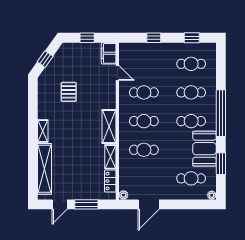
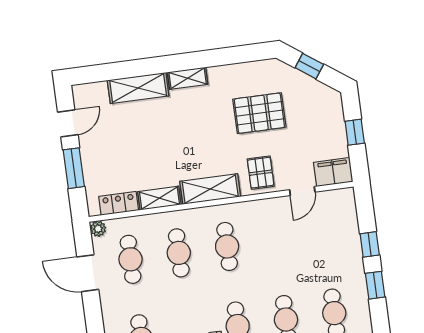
window: (192, 38) -> (375, 285), moved
pallet: (69, 92) -> (259, 113), width x1.50, depth x1.42
cafe table: (144, 92) -> (131, 259), moved
pallet: (103, 96) -> (261, 173), added
shelving: (45, 169) -> (138, 88), width x0.68
door: (60, 204) -> (68, 123), swing flipped

